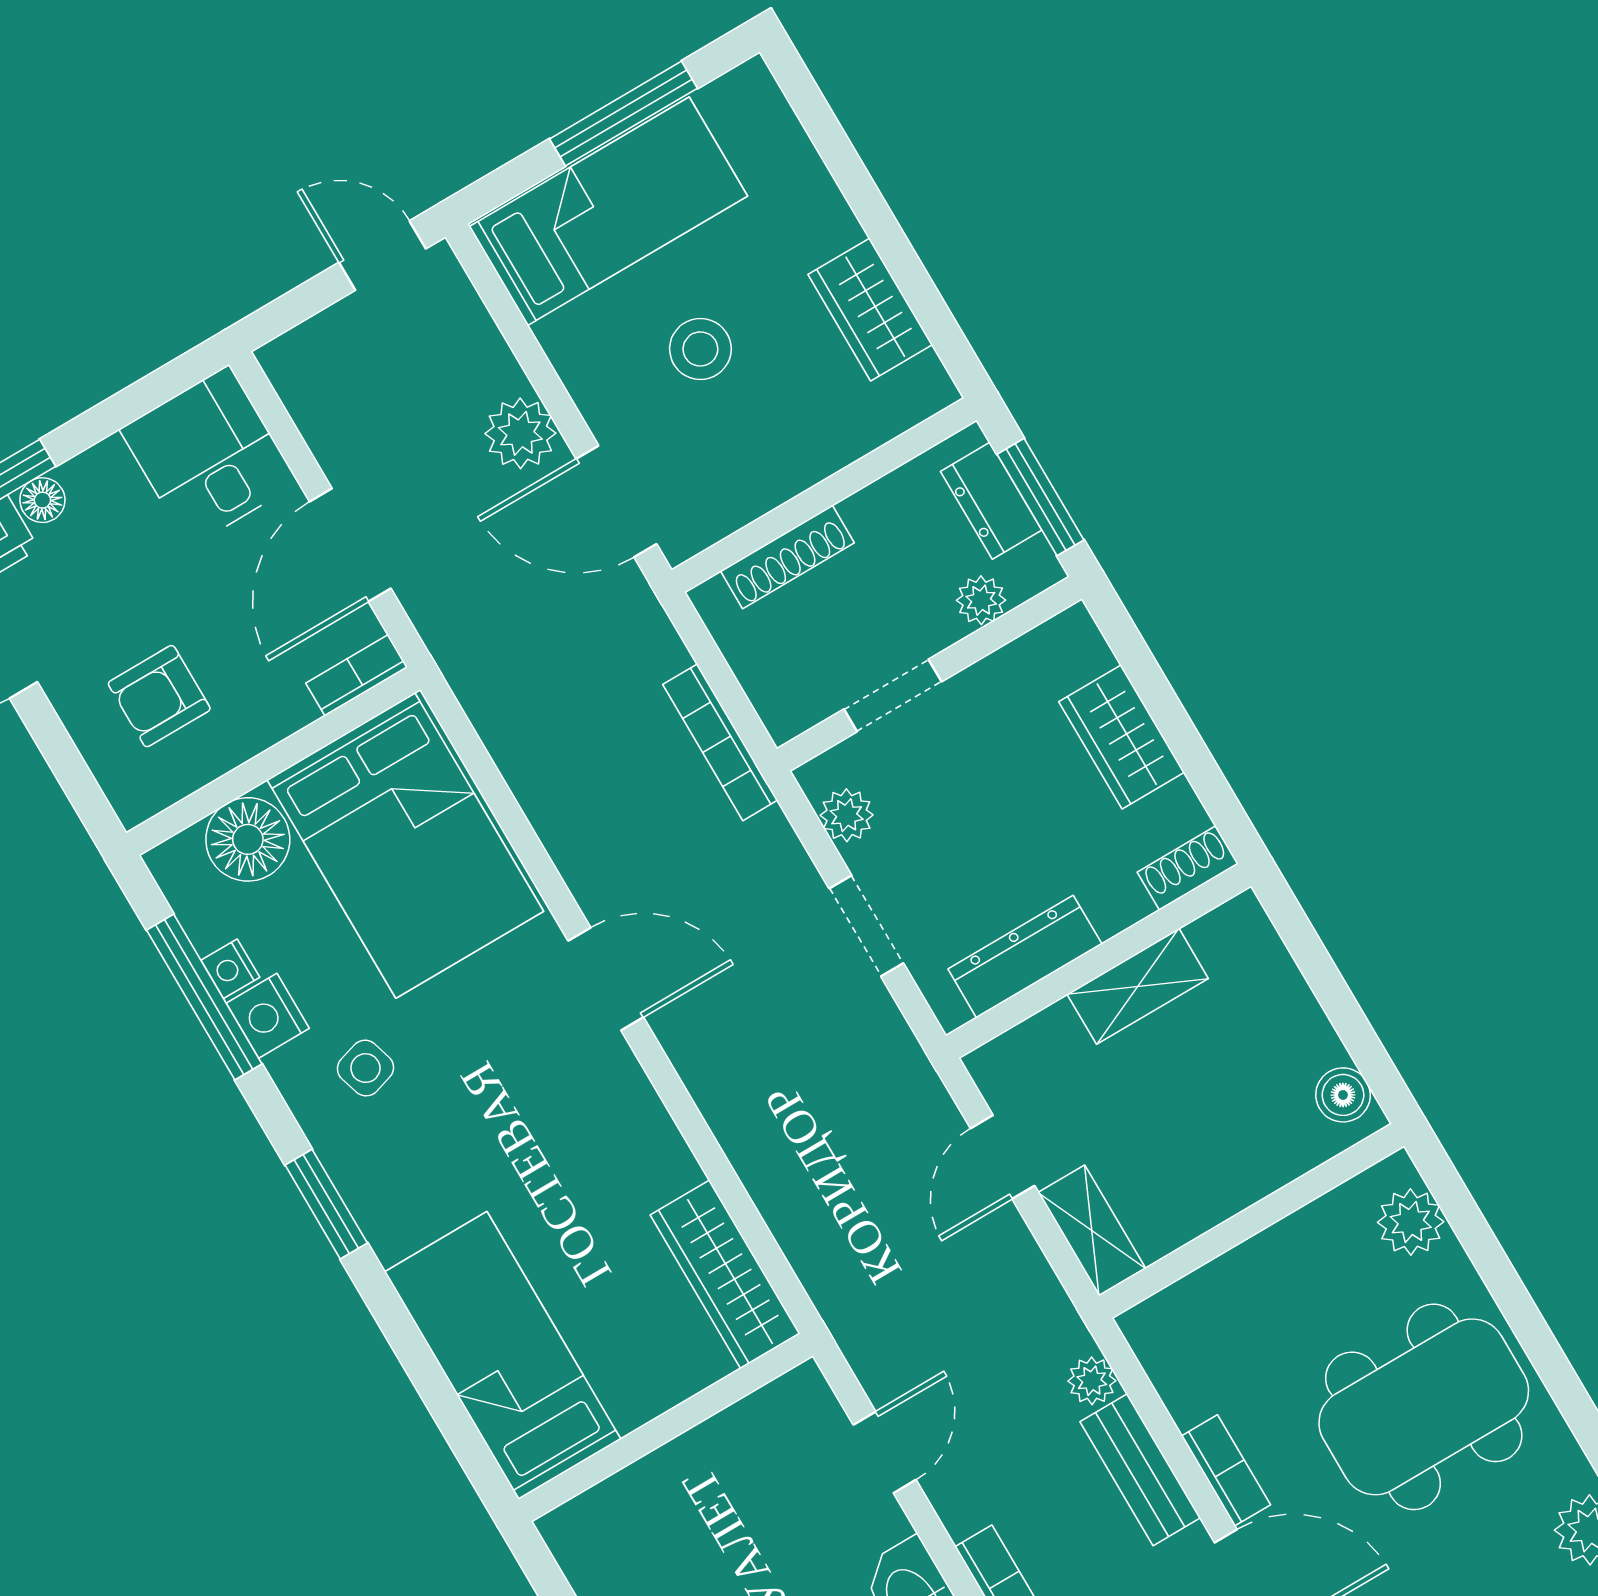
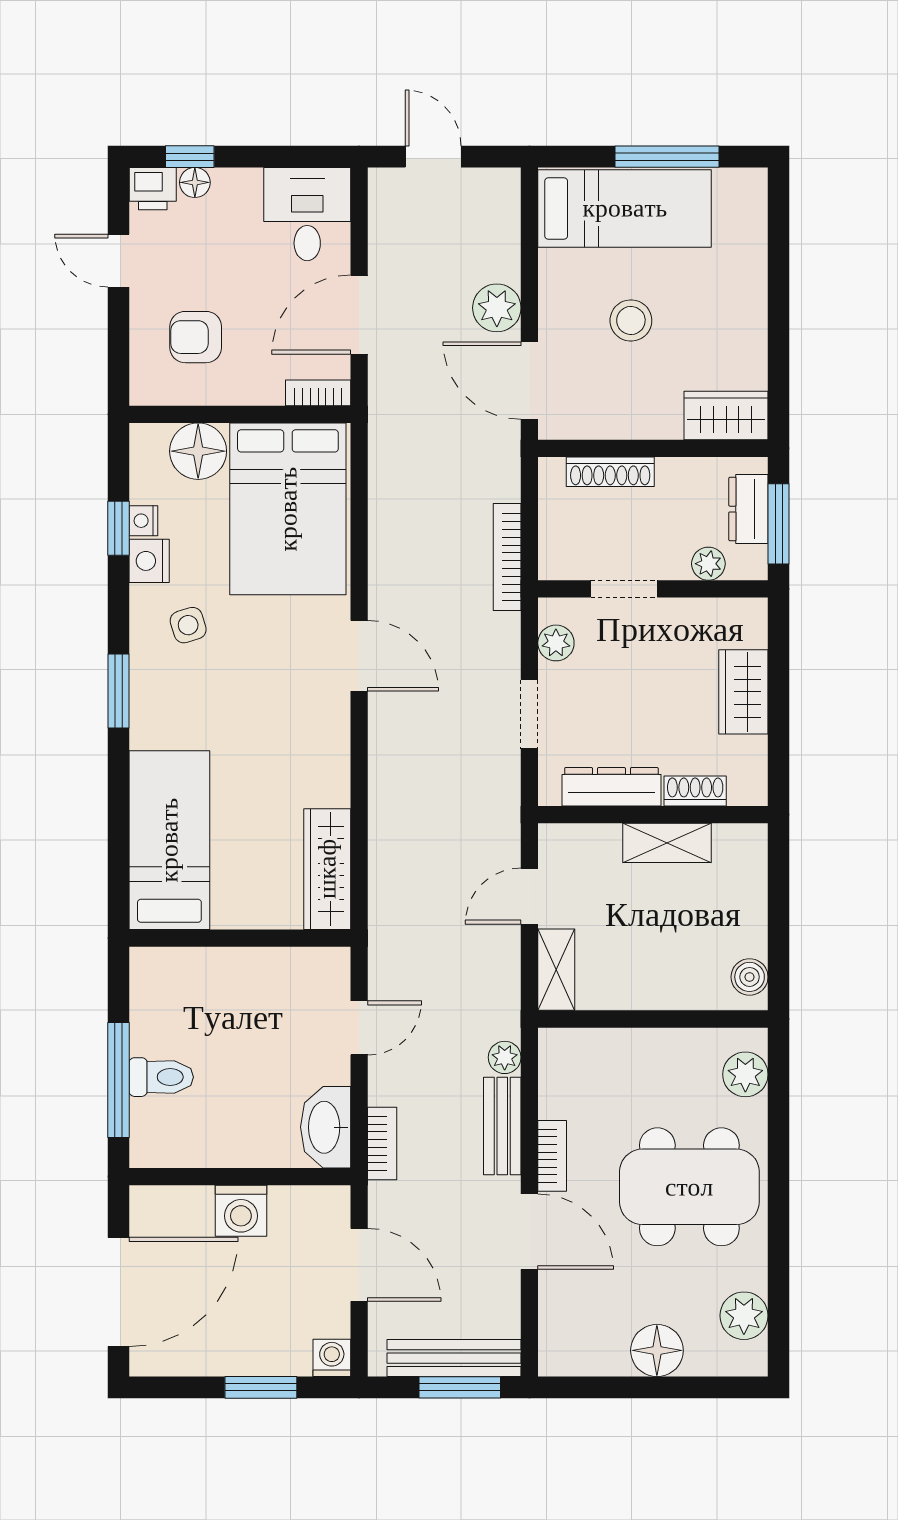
door: (382, 256) -> (433, 157), moved
wardrobe: (870, 310) -> (726, 416), moved, turned 90
shoe rack: (1188, 868) -> (695, 791), moved
window: (204, 997) -> (118, 528), width x0.46

